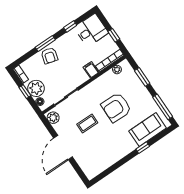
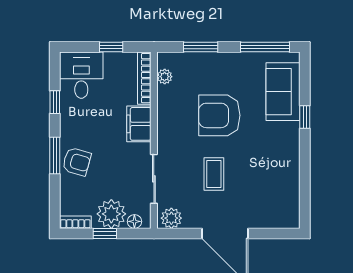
filing cabinet: (91, 70) -> (139, 124), width x2.00
armchair: (116, 107) -> (219, 115), turned 89

